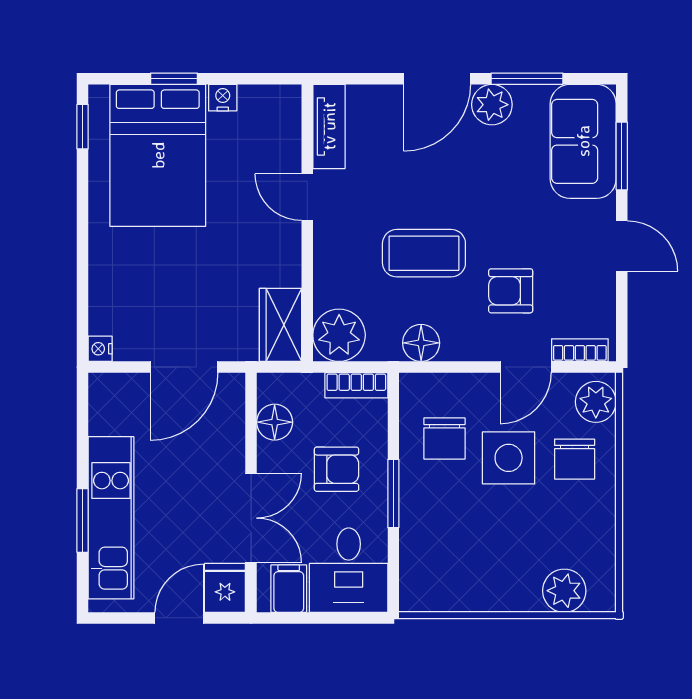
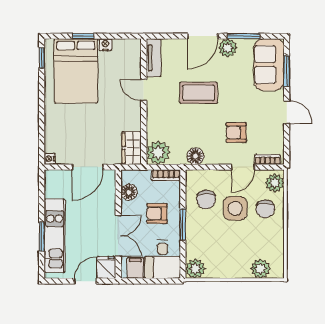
coffee table: (424, 253) -> (199, 93), moved
armchair: (337, 469) -> (157, 213), turned 180
plant: (421, 591) -> (195, 269), added

